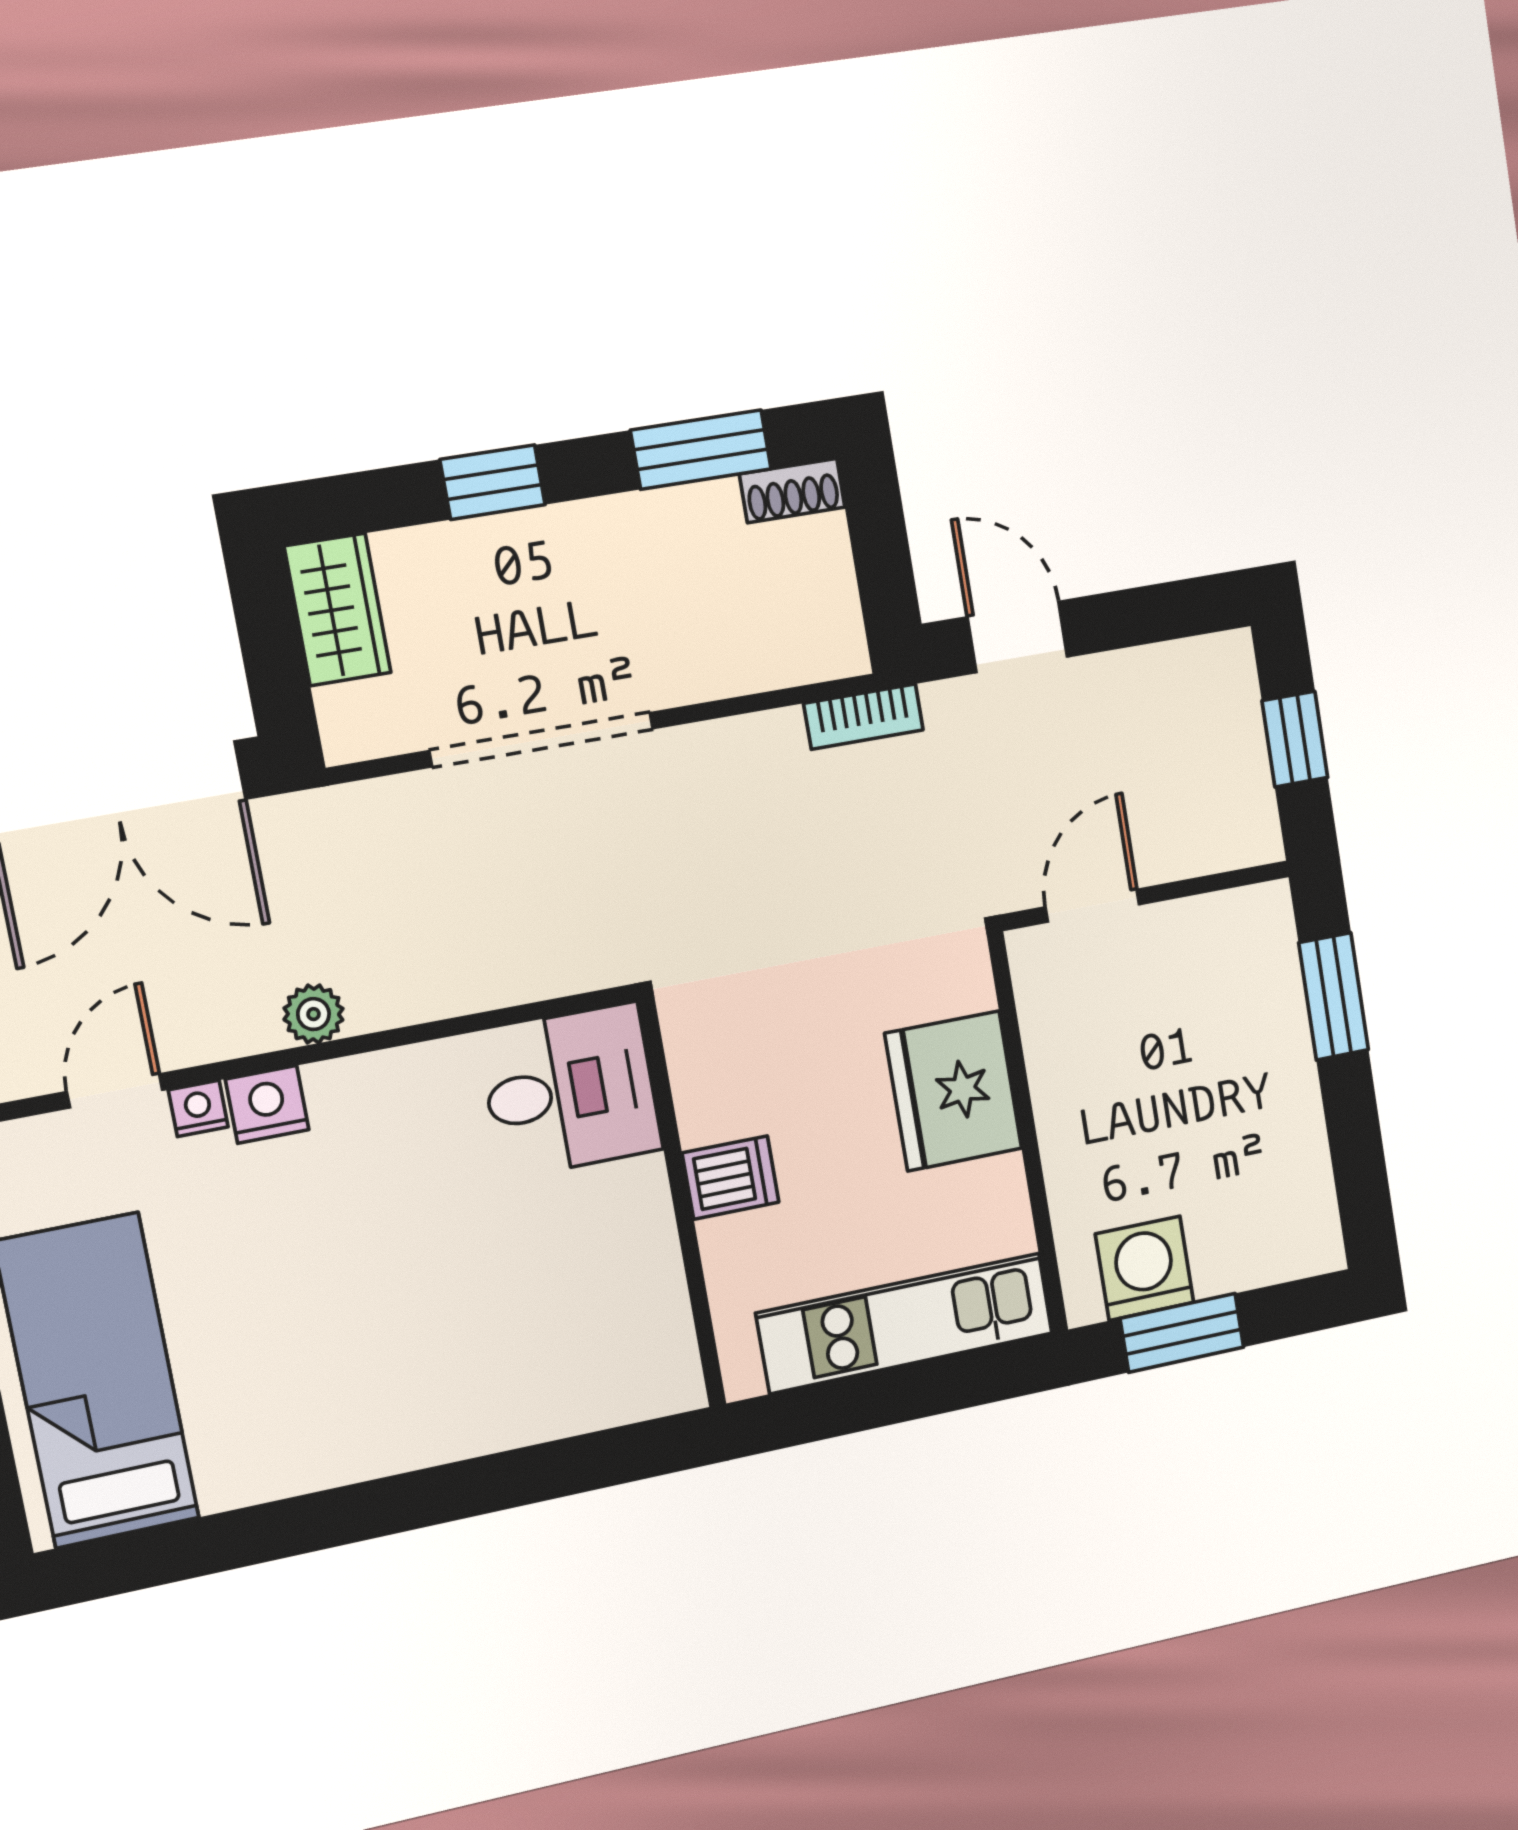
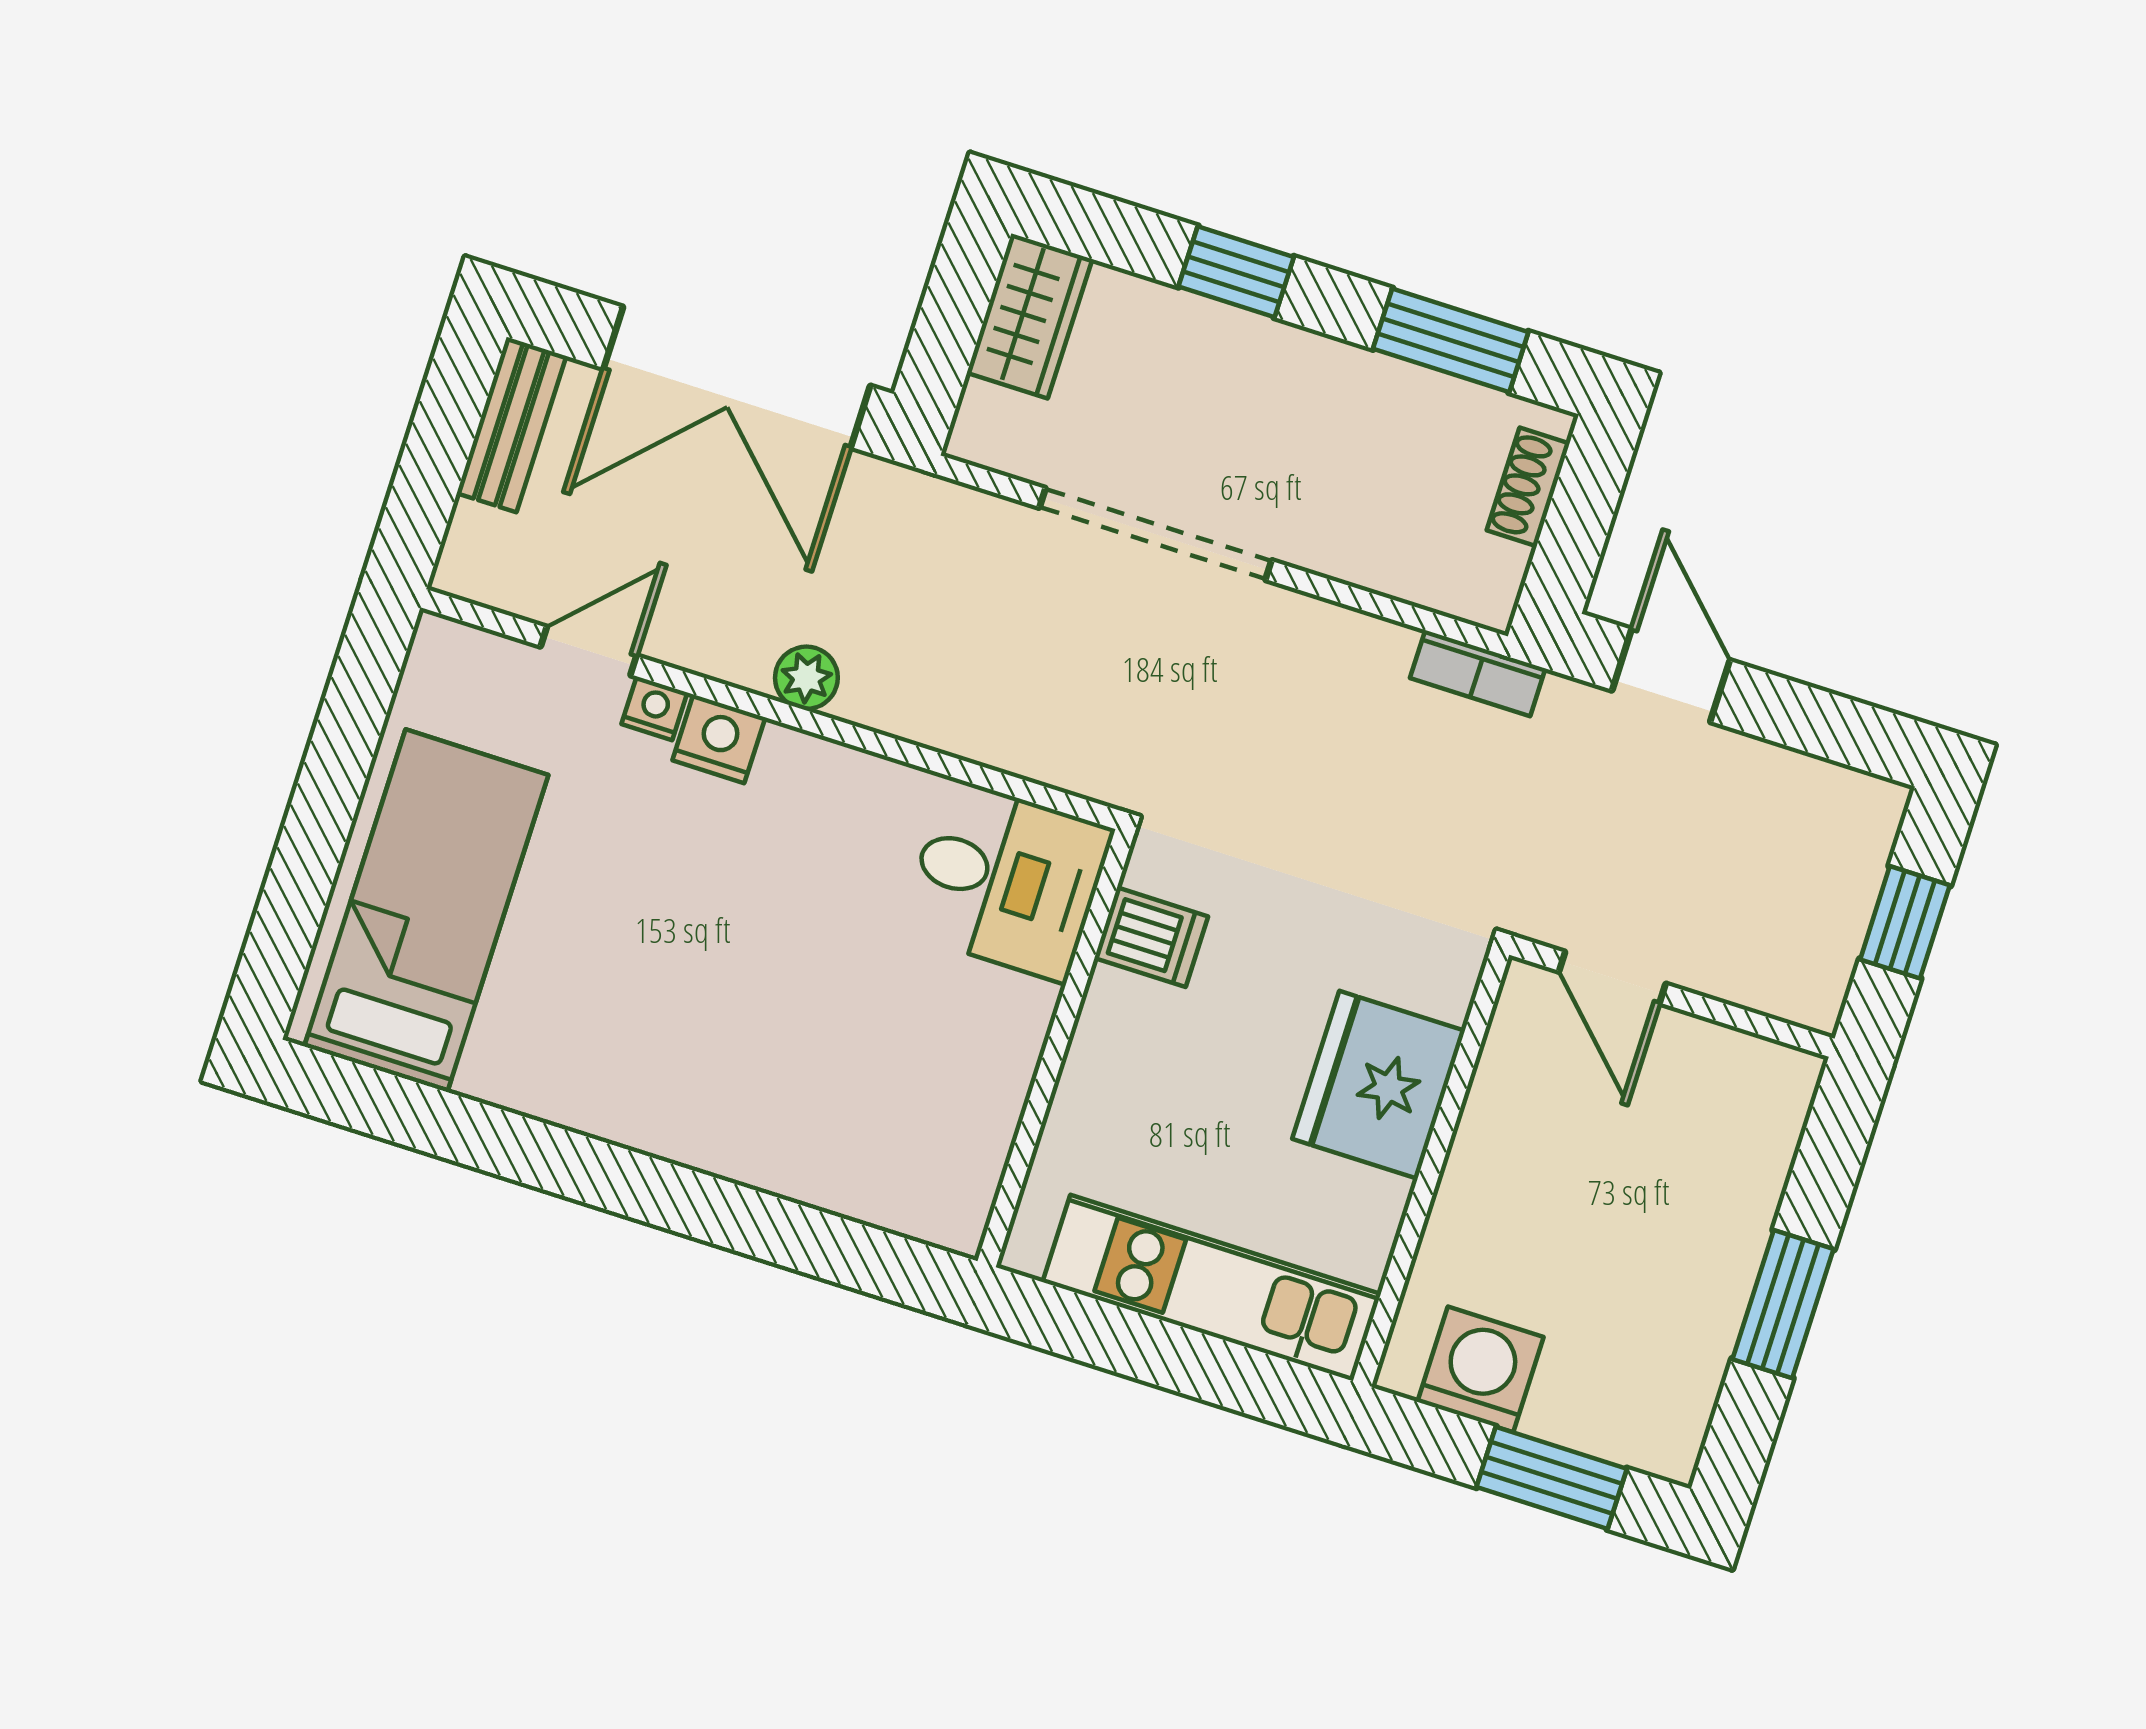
shoe rack: (792, 491) -> (1528, 487), moved, turned 90
door: (1092, 906) -> (1612, 978), swing flipped
window: (1334, 996) -> (1783, 1304), moved
dishwasher: (730, 1178) -> (1151, 937), moved
window: (1182, 1333) -> (1552, 1478), moved

